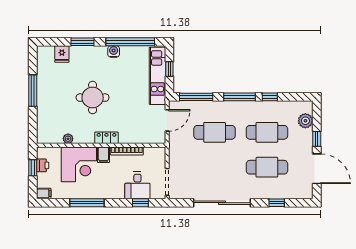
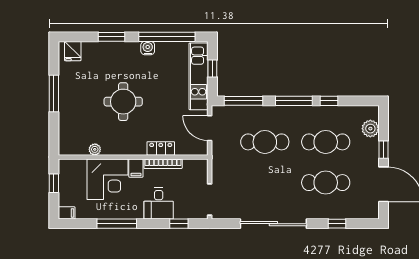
fridge: (62, 54) -> (73, 51), moved
door: (167, 120) -> (210, 128), swing flipped
locker: (106, 138) -> (161, 148), moved
printer: (43, 165) -> (65, 180), removed
desk: (137, 185) -> (159, 204), moved

